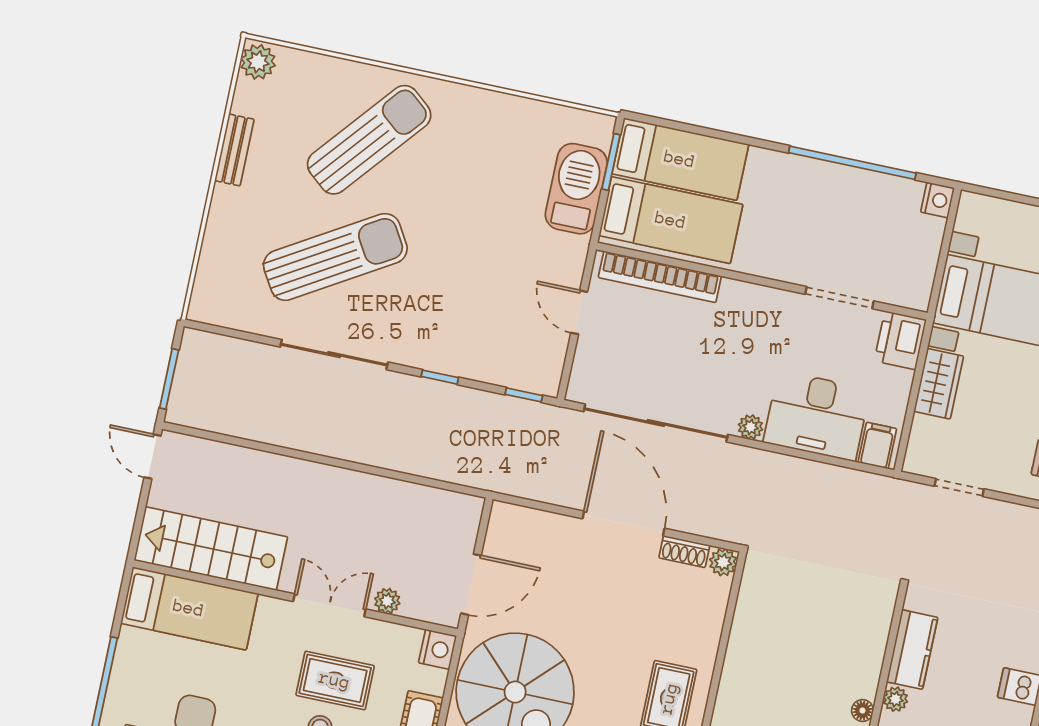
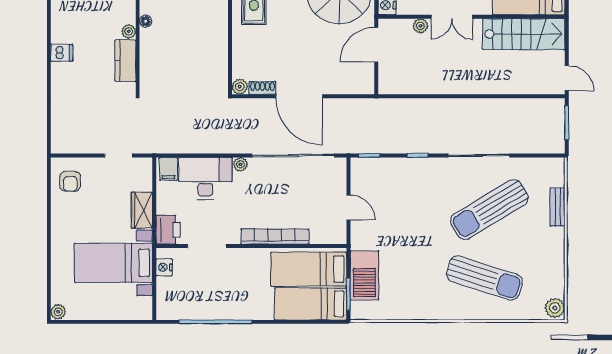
sun lounger: (369, 140) -> (484, 278), turned -112
bench: (234, 150) -> (557, 207), moved
nightstand: (937, 200) -> (164, 267), moved
bookcase: (660, 277) -> (275, 237), moved

